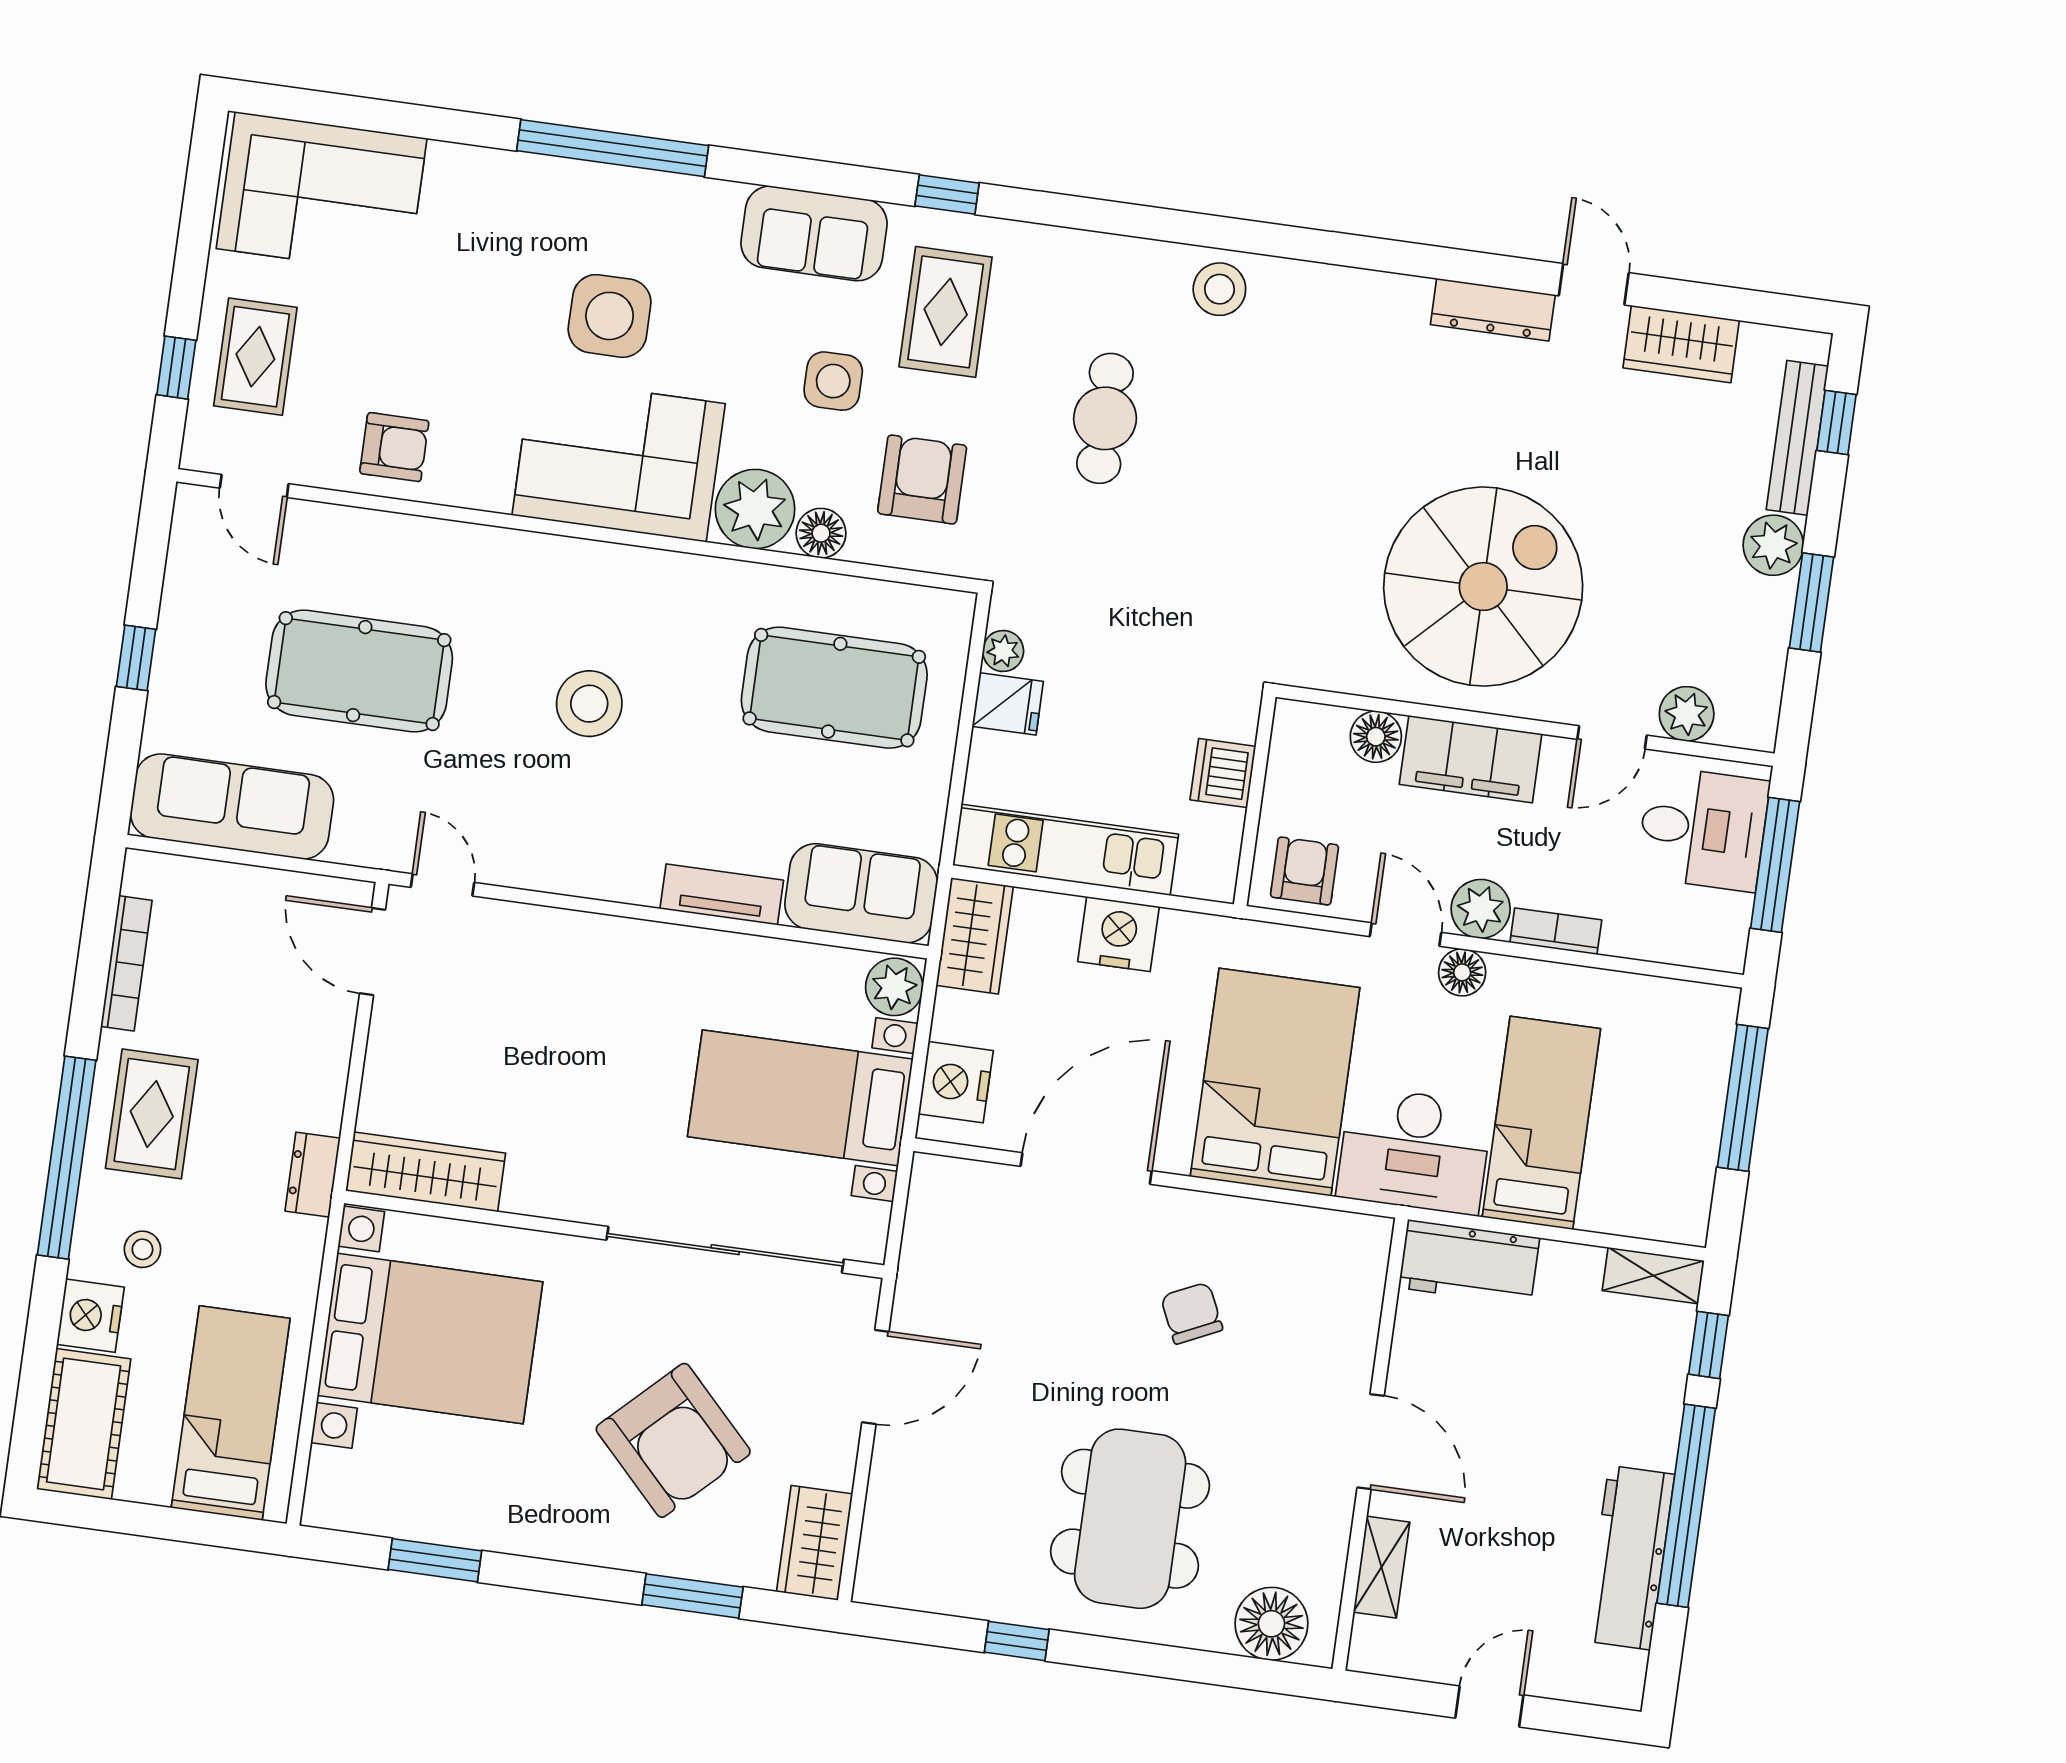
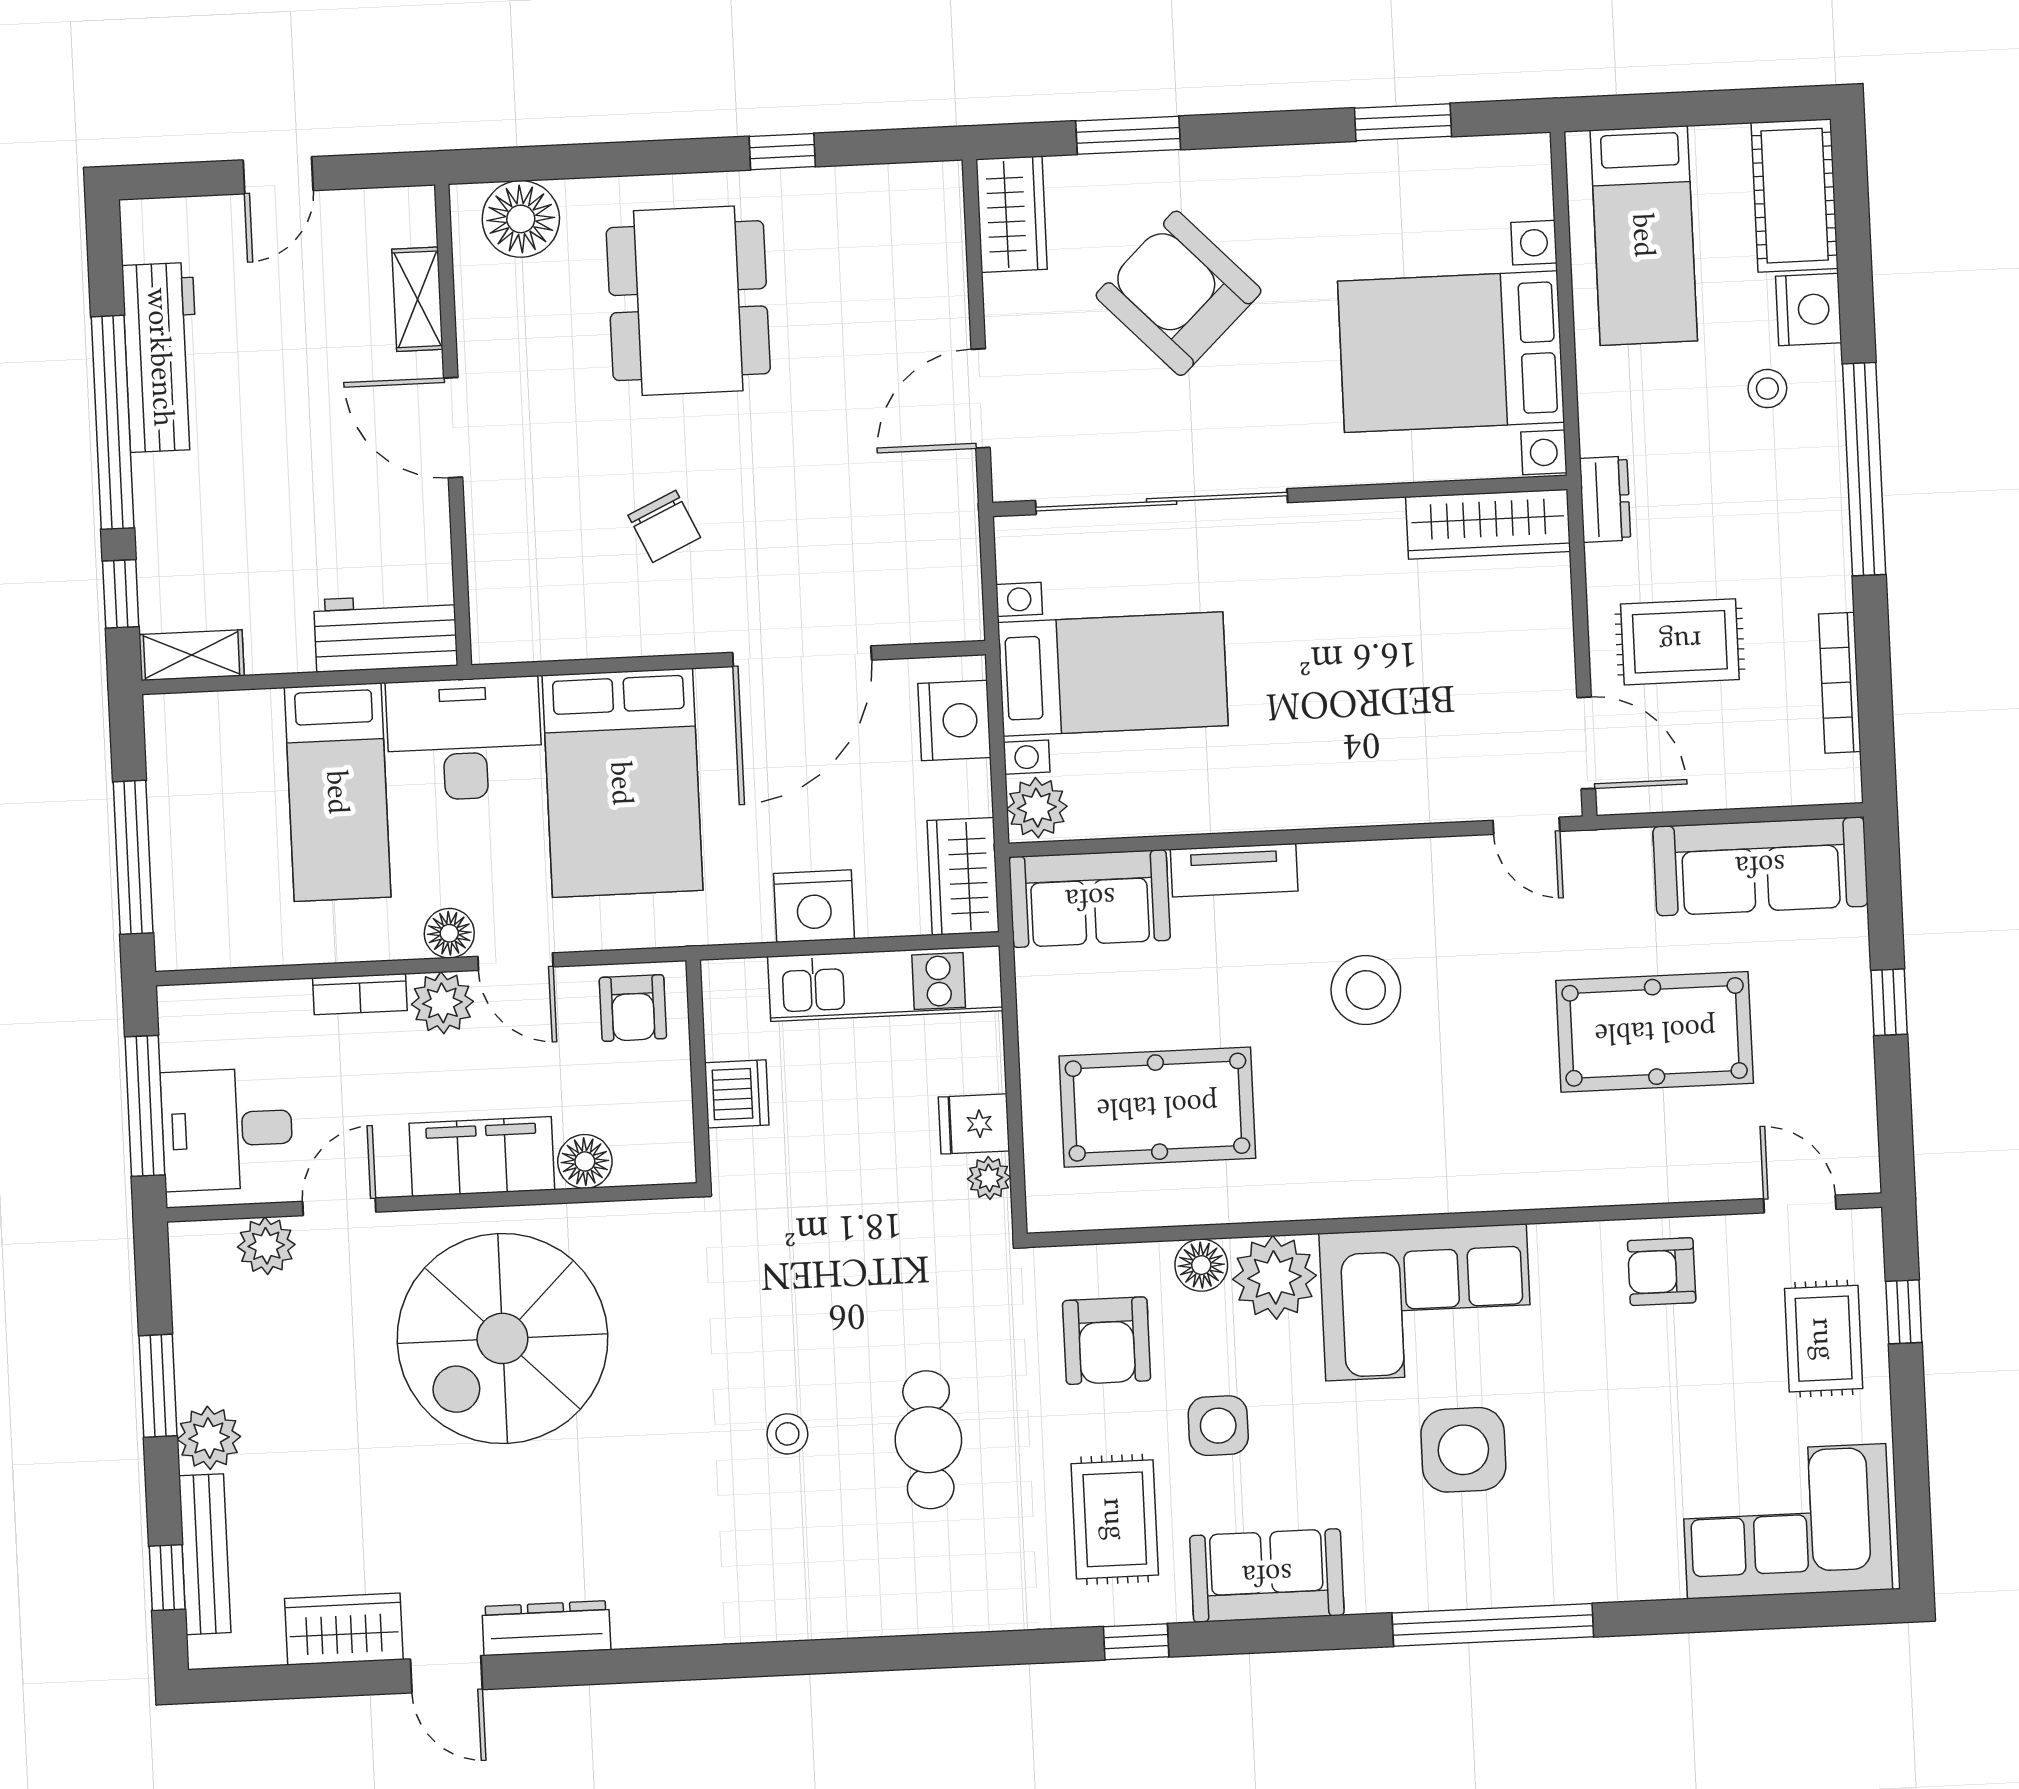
stool: (1219, 289) -> (787, 1434), moved, width x0.73, depth x0.73
stool: (589, 704) -> (1366, 990), moved
rug: (152, 1114) -> (1680, 642), moved, turned 90

